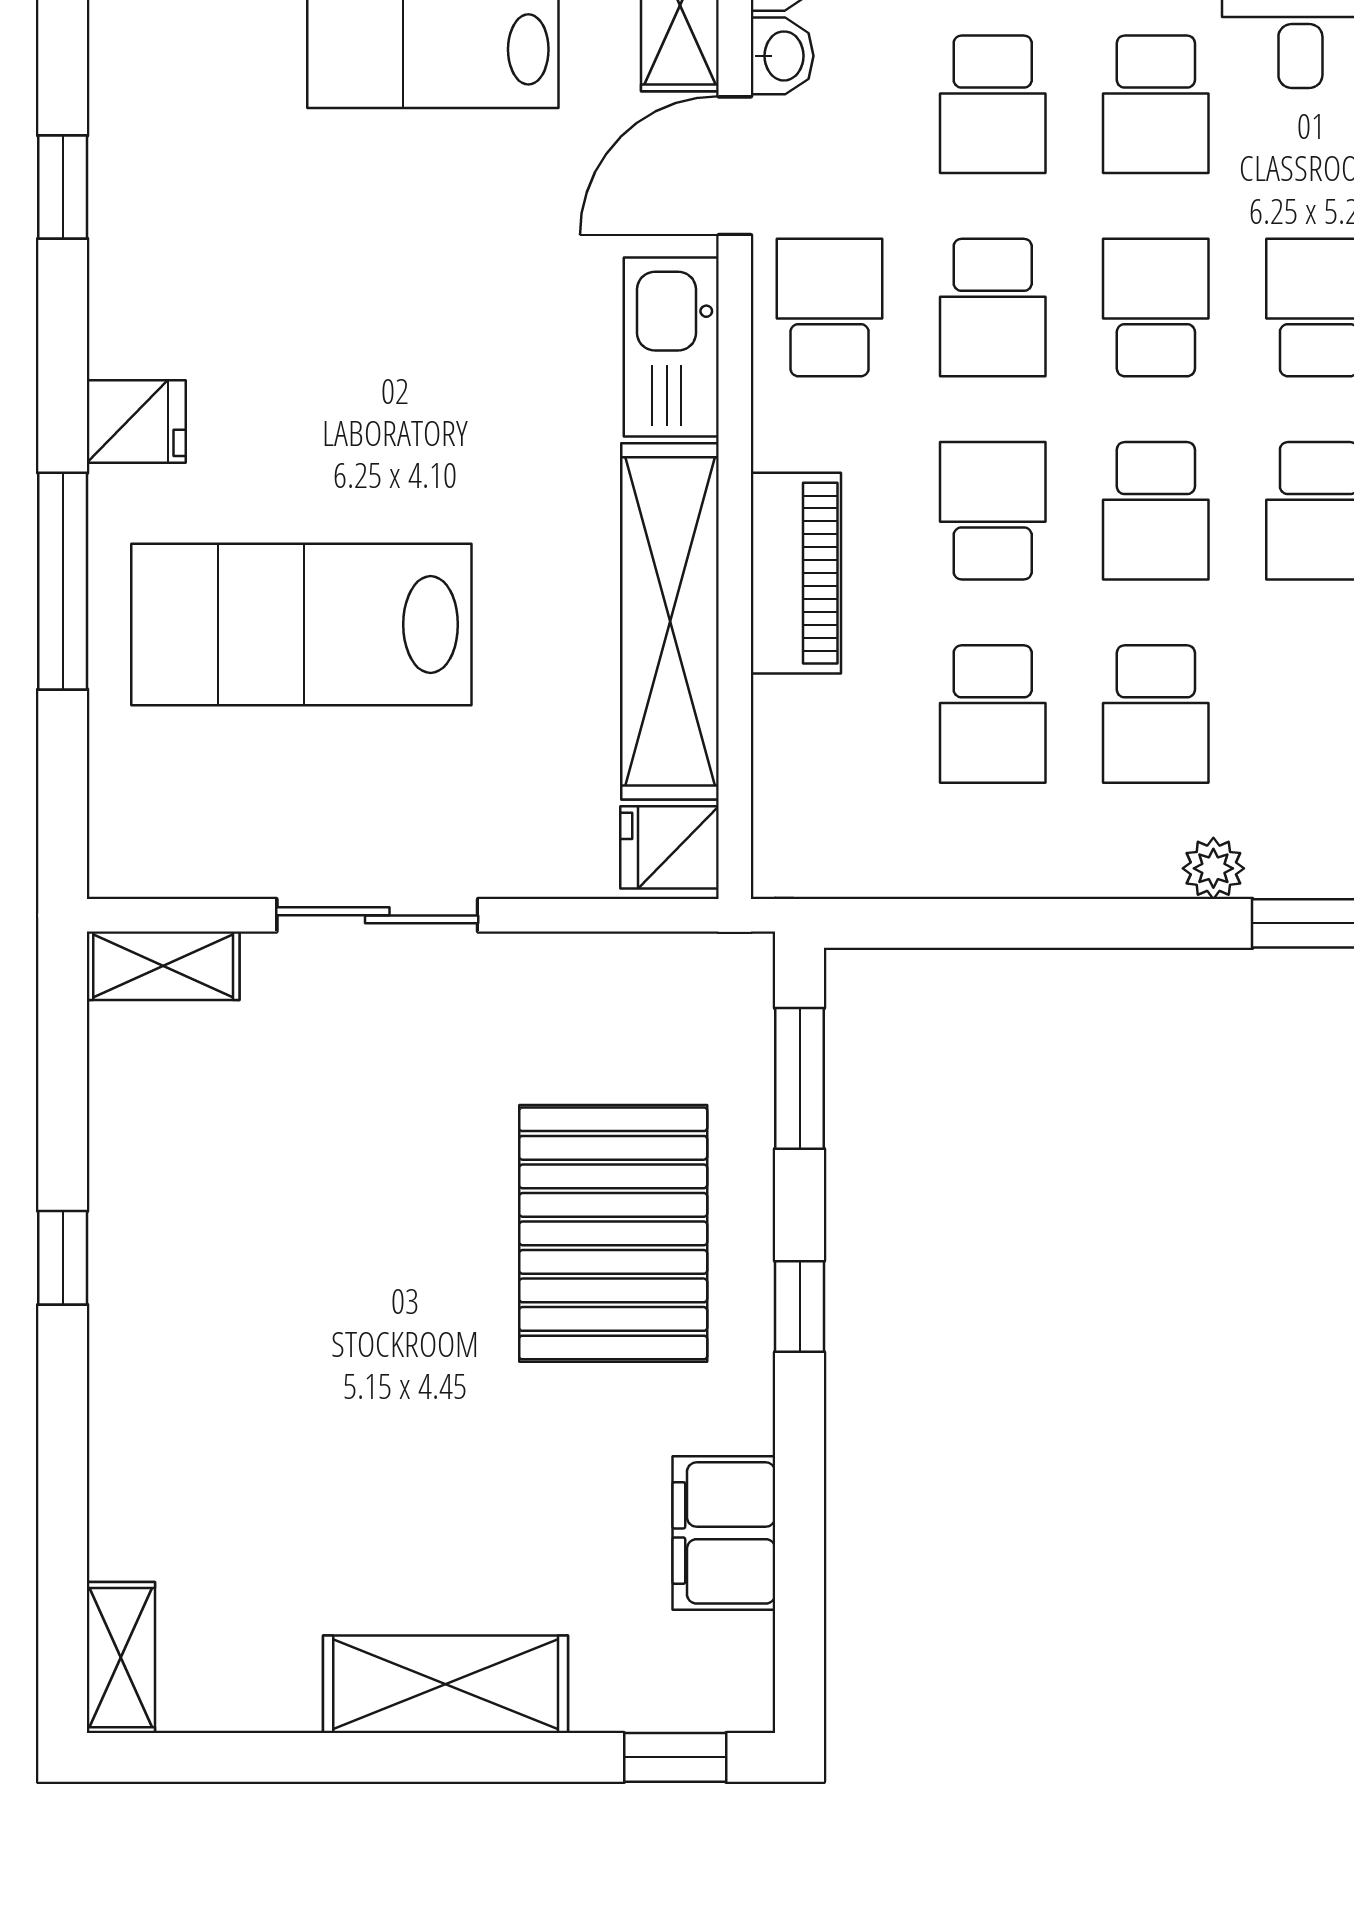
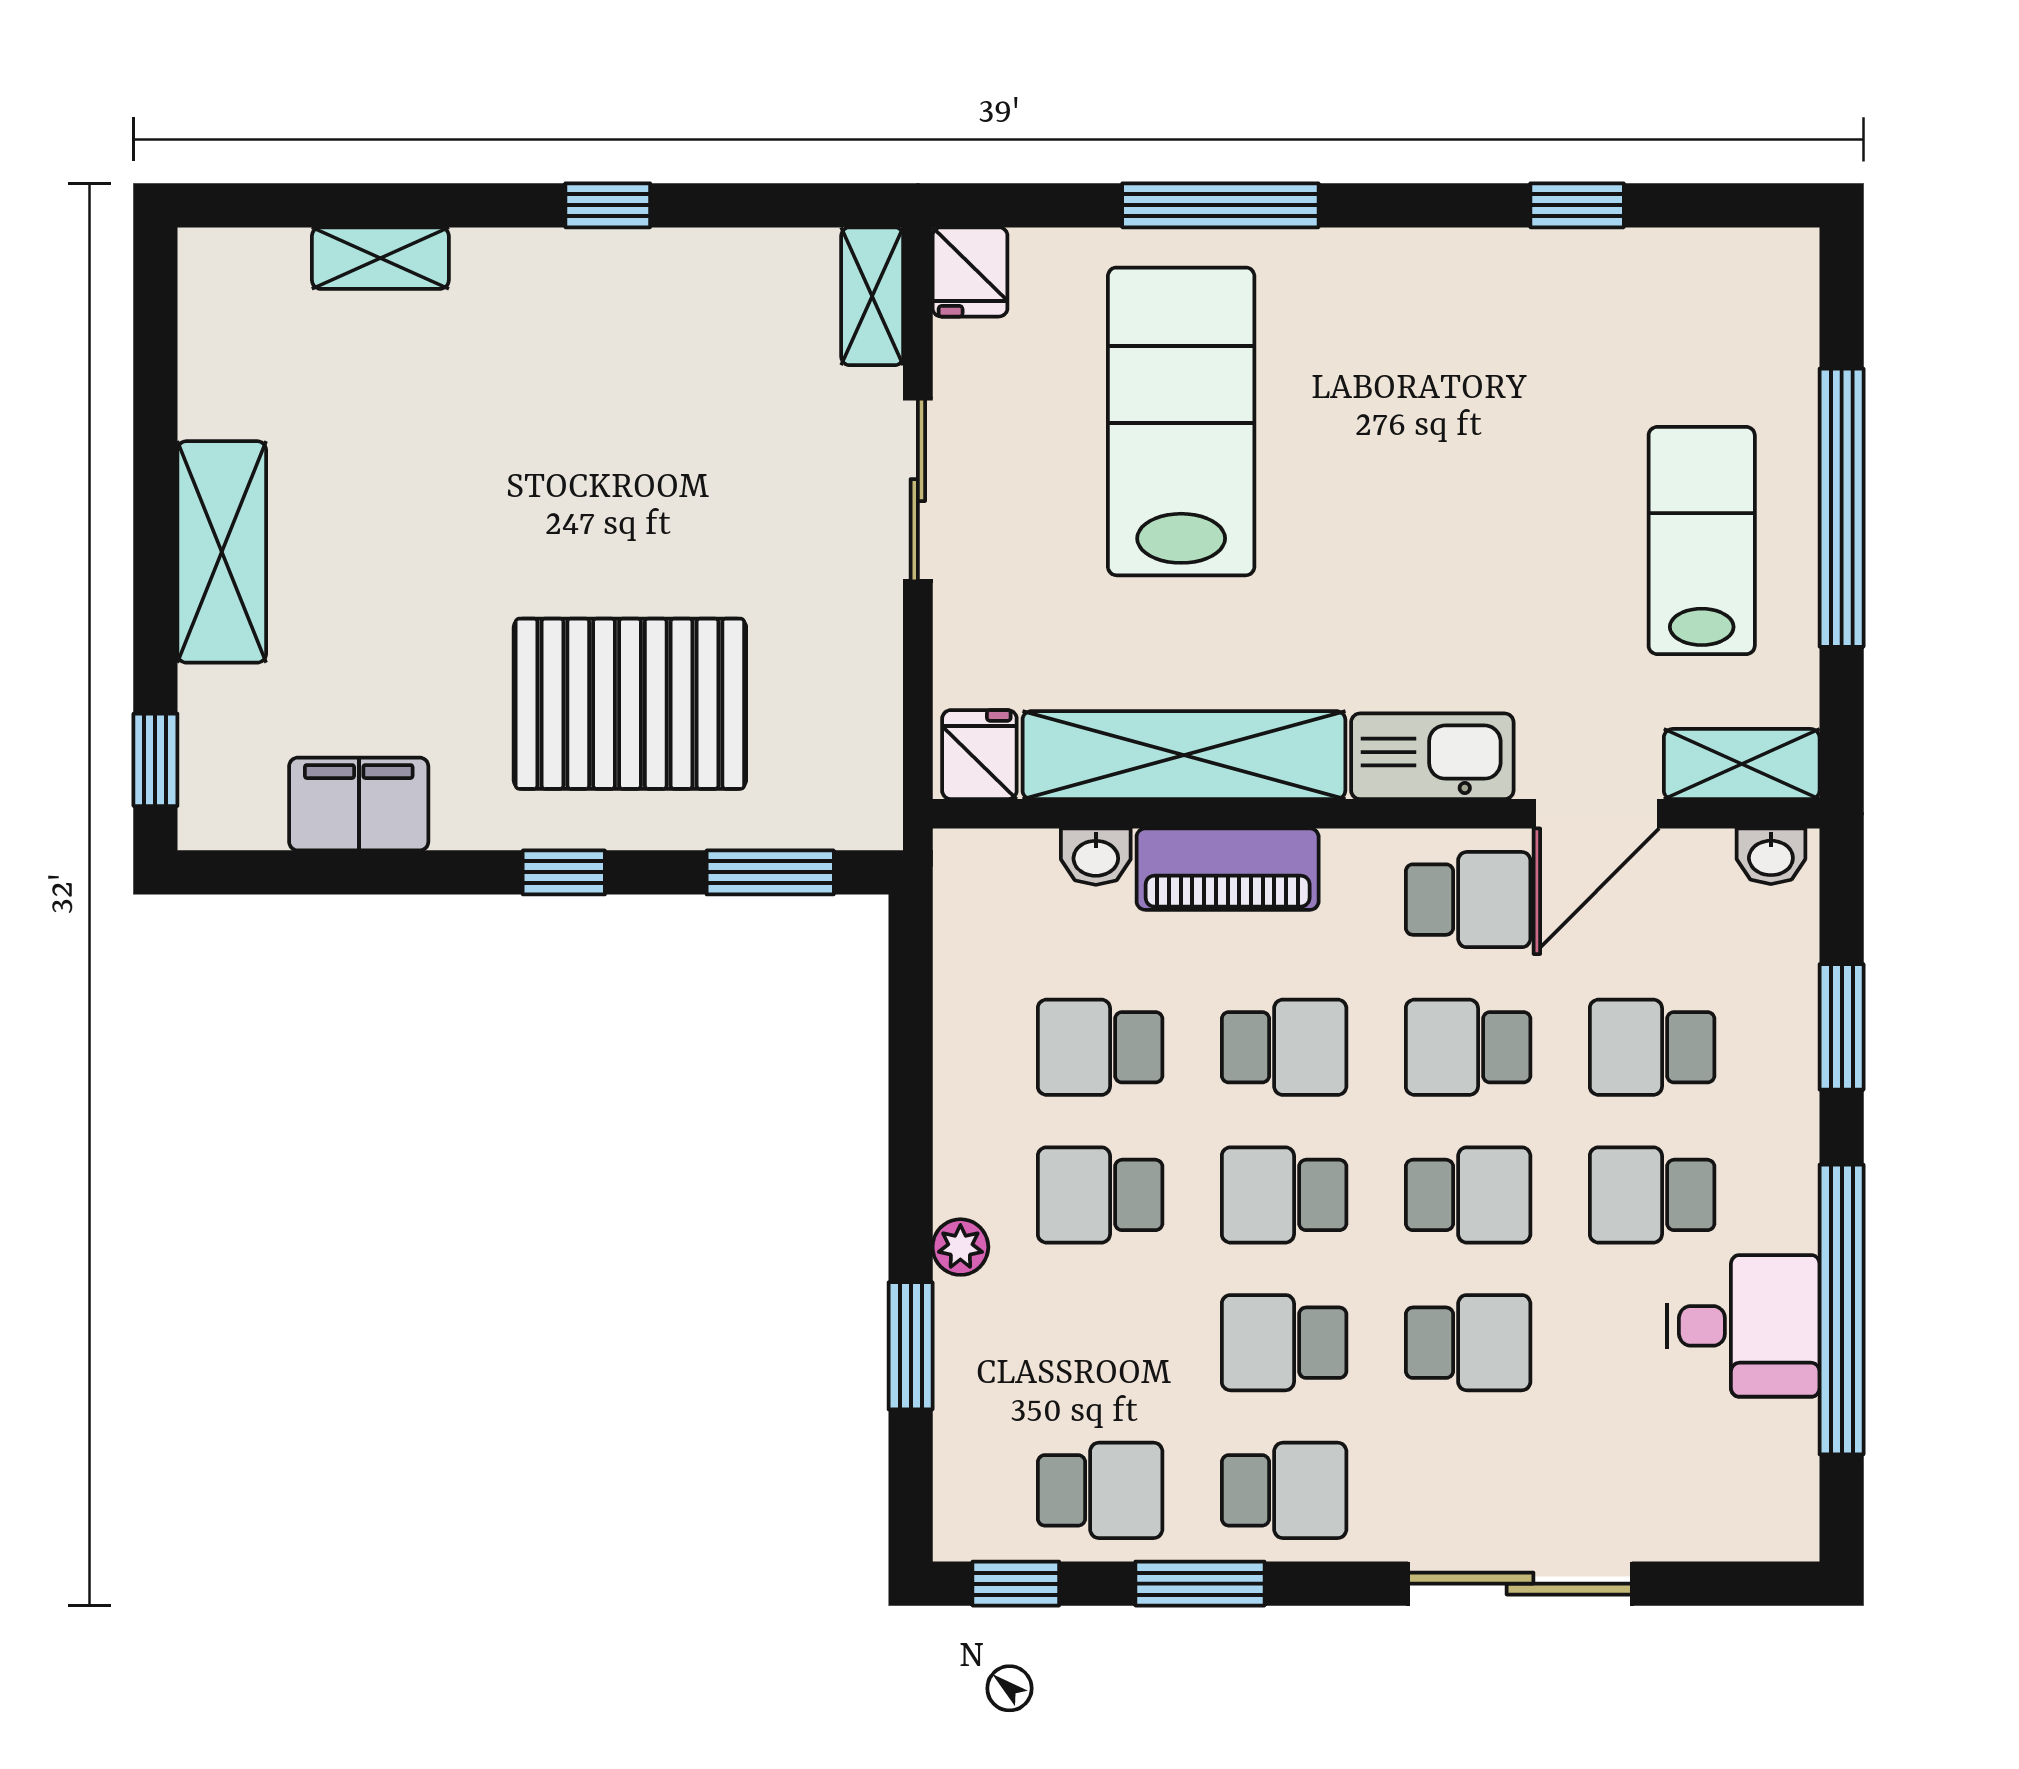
washbasin: (782, 56) -> (1096, 857), moved
door: (735, 166) -> (1596, 814), swing flipped
fridge: (136, 421) -> (970, 272), moved
shelving: (121, 1658) -> (380, 258), moved

